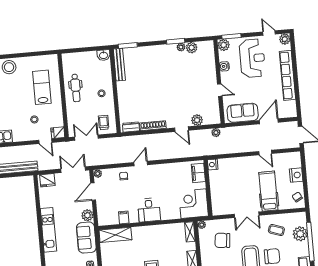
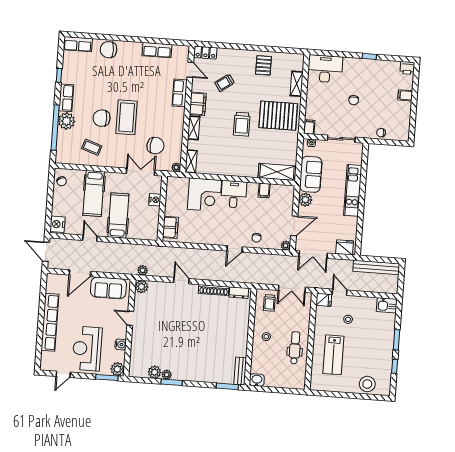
door: (269, 33) -> (63, 374), hinge flipped
plant: (285, 39) -> (46, 364), removed
bench: (119, 65) -> (240, 371), width x0.73
plant: (197, 120) -> (142, 287), moved
nightstand: (213, 164) -> (155, 200), moved
nightstand: (296, 175) -> (57, 224), moved
hospital bed: (244, 176) -> (118, 216), added
corner desk: (193, 204) -> (204, 195), moved
double door: (247, 215) -> (141, 172), moved
plant: (300, 234) -> (67, 121), moved

